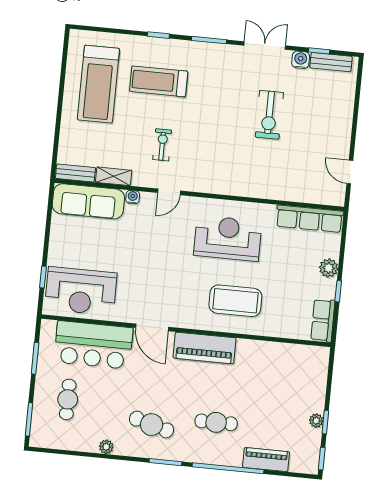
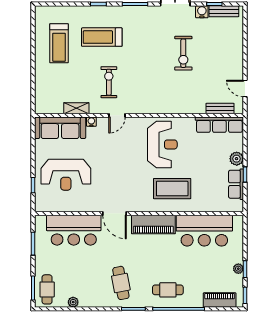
treadmill: (98, 84) -> (59, 43), width x0.73, depth x0.73
exercise bike: (162, 145) -> (109, 82), width x1.38, depth x1.39
bench: (75, 173) -> (220, 108), moved
reception desk: (228, 238) -> (162, 144), turned 90
reception desk: (81, 291) -> (66, 175), moved
row of seats: (323, 320) -> (236, 184), moved
bar counter: (274, 363) -> (204, 231), added
cafe table: (68, 399) -> (47, 289), moved
cafe table: (216, 422) -> (168, 290), moved
cafe table: (152, 425) -> (121, 283), turned 63
plant: (106, 447) -> (73, 302), moved
piano: (266, 460) -> (220, 300), moved

